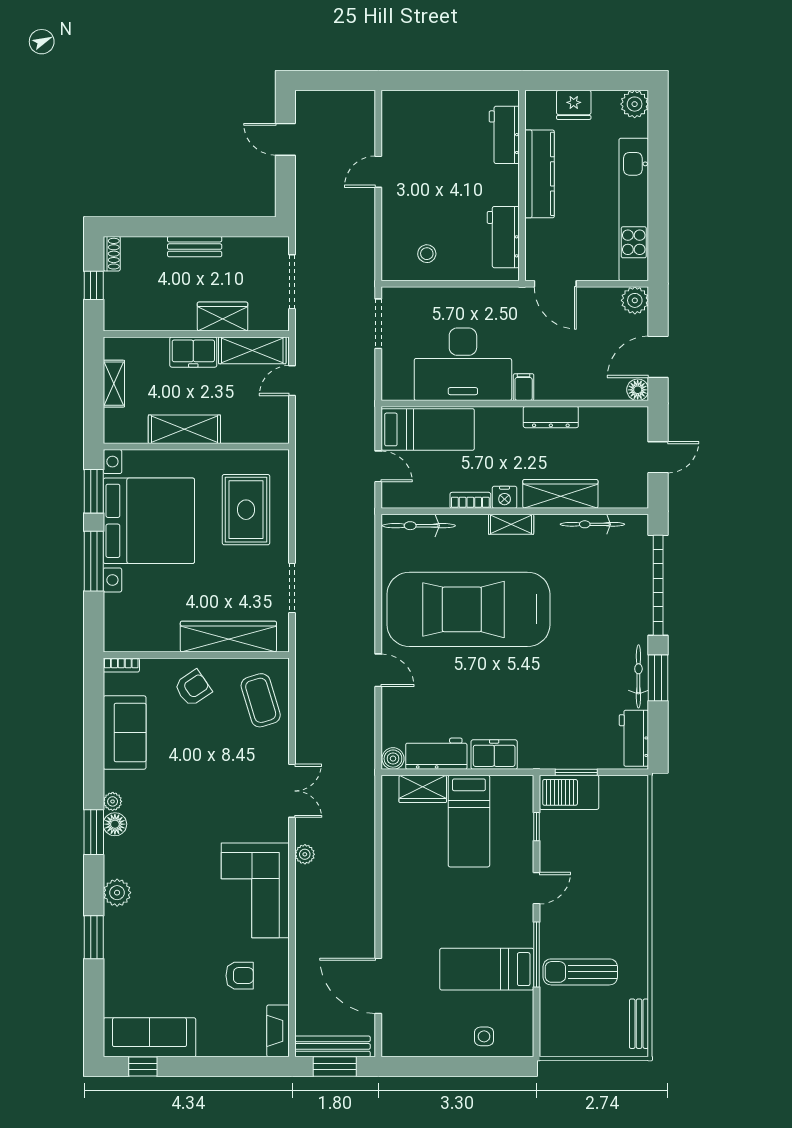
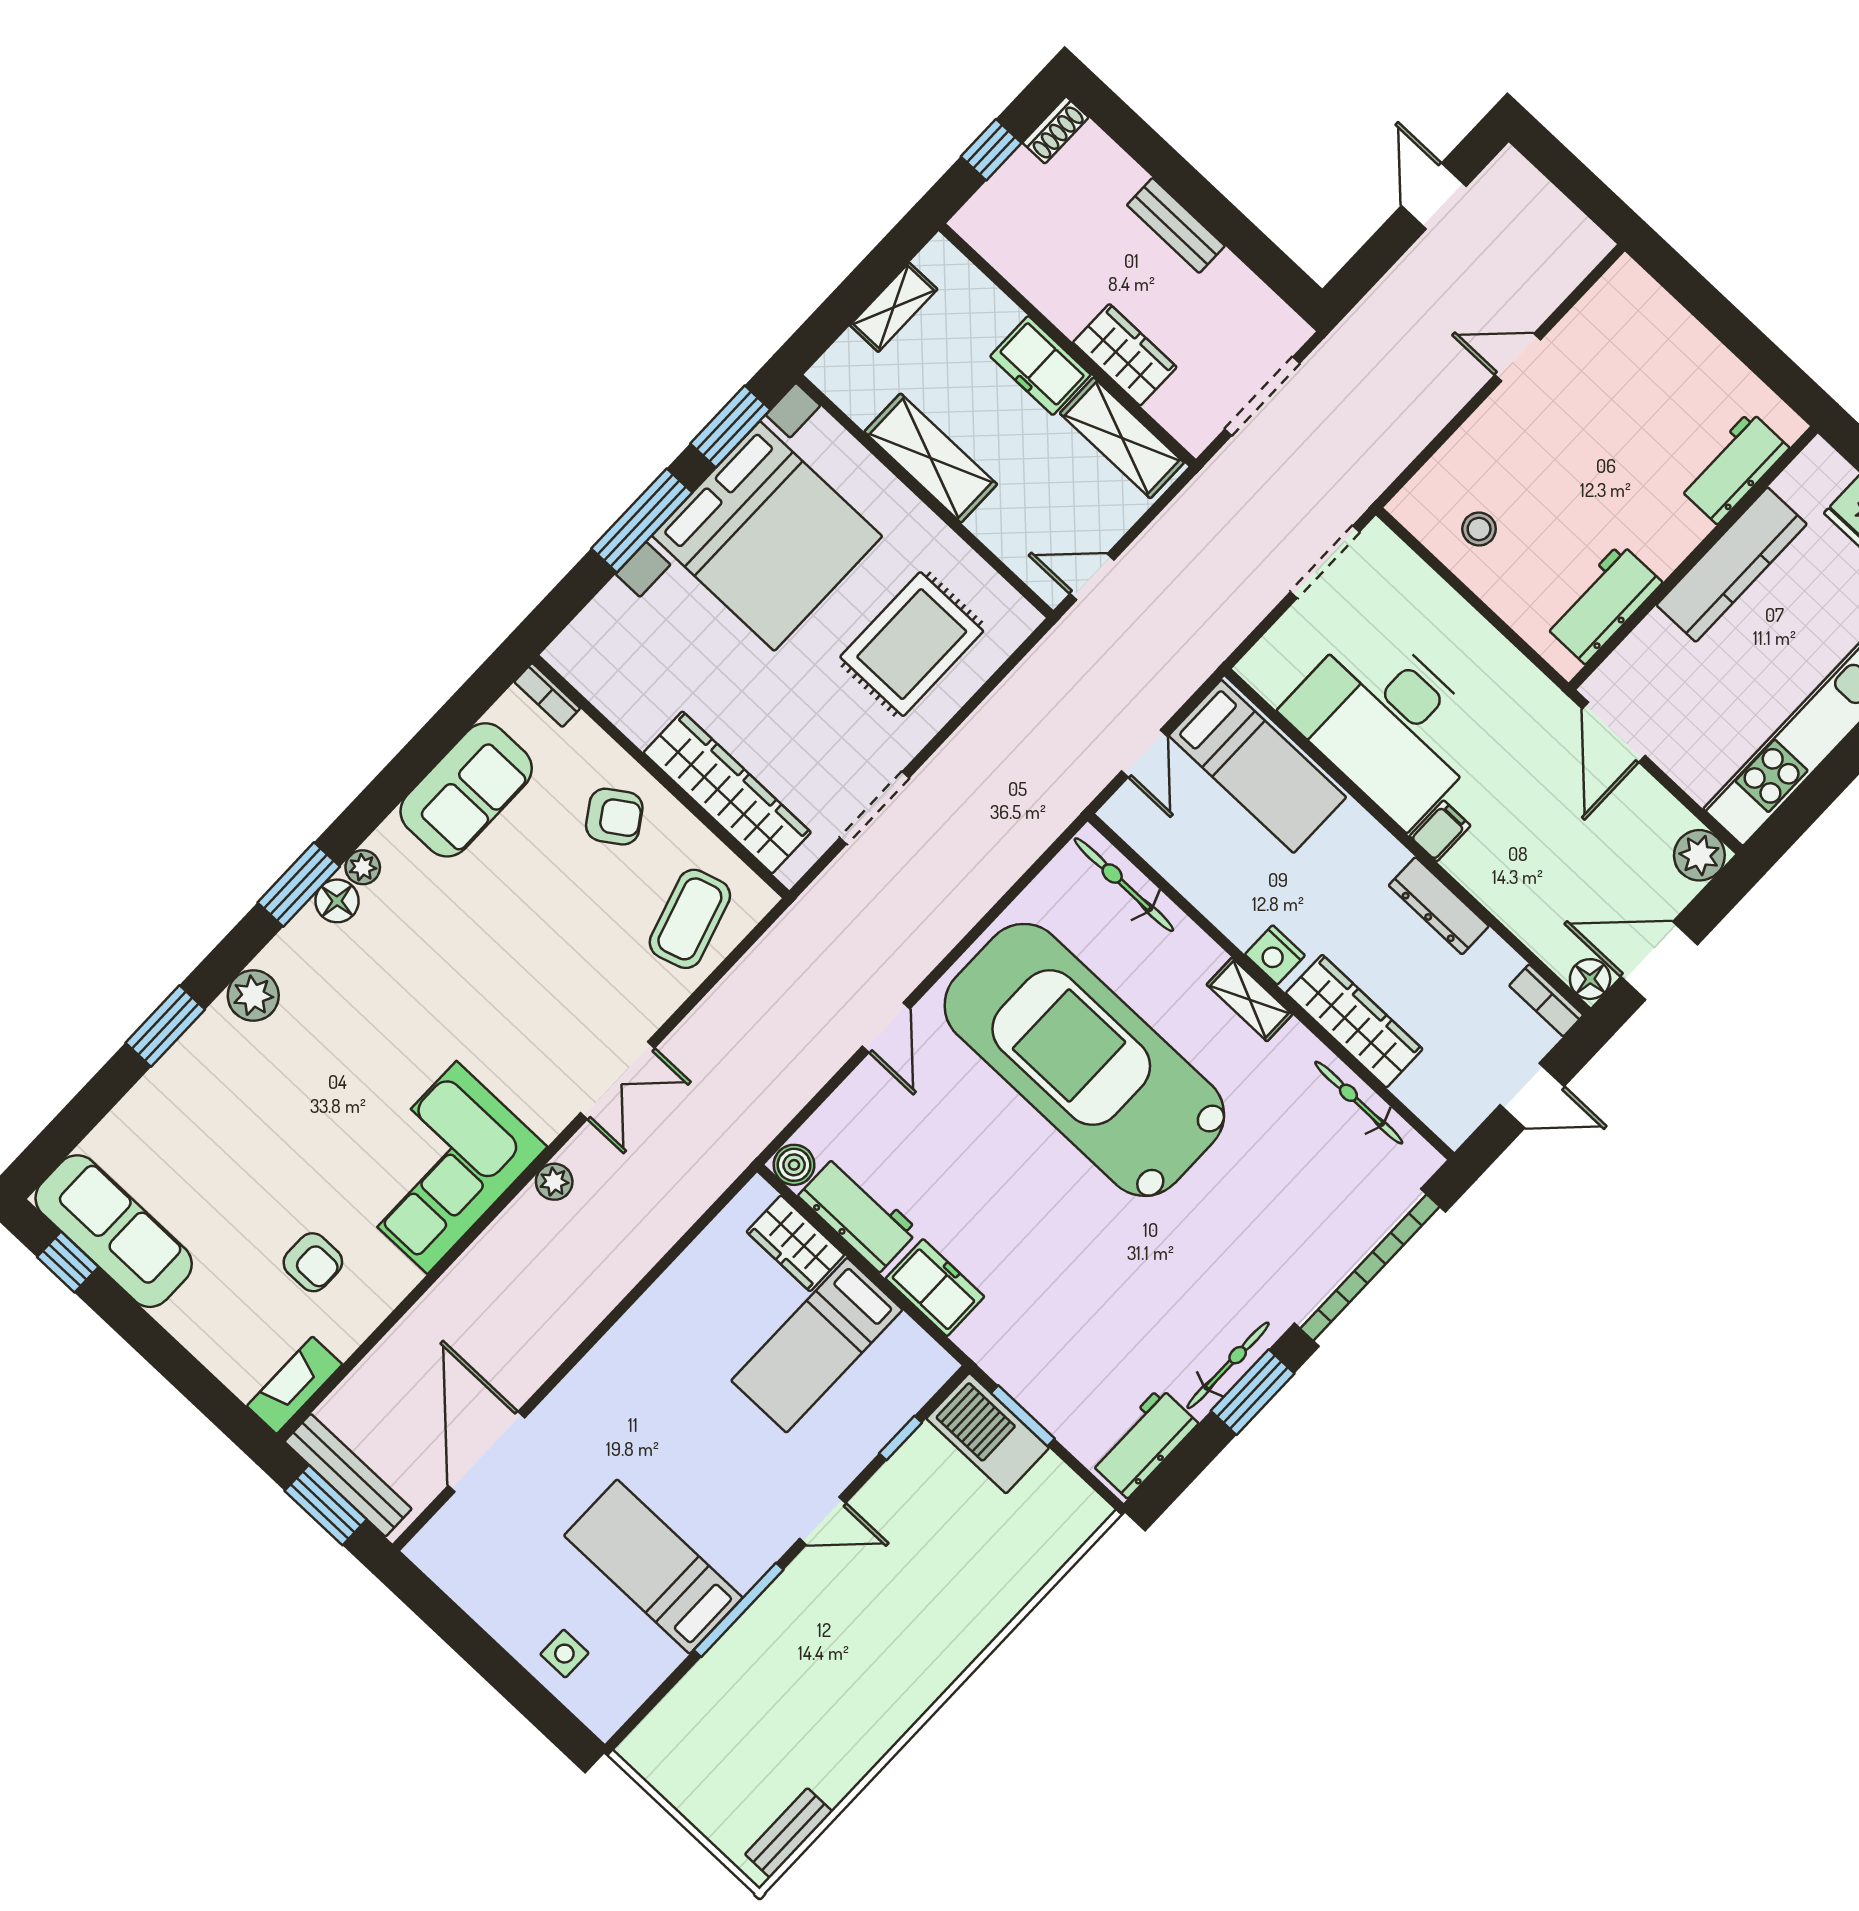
door: (292, 381) -> (1092, 577), moved
bookcase: (470, 500) -> (1546, 1000), moved, turned 180
sun lounger: (580, 972) -> (775, 1689), removed

